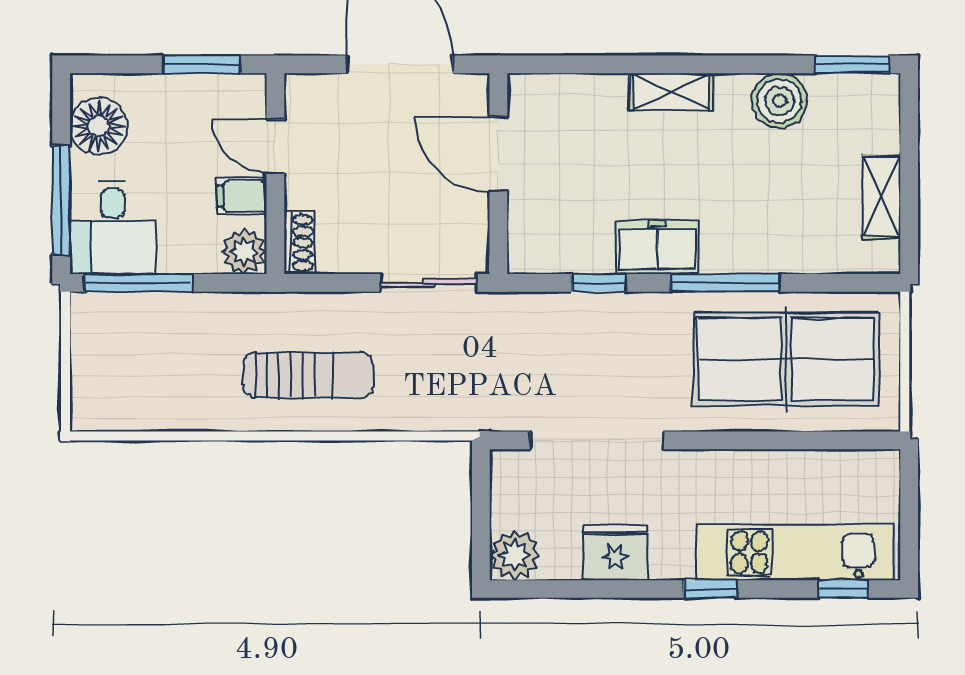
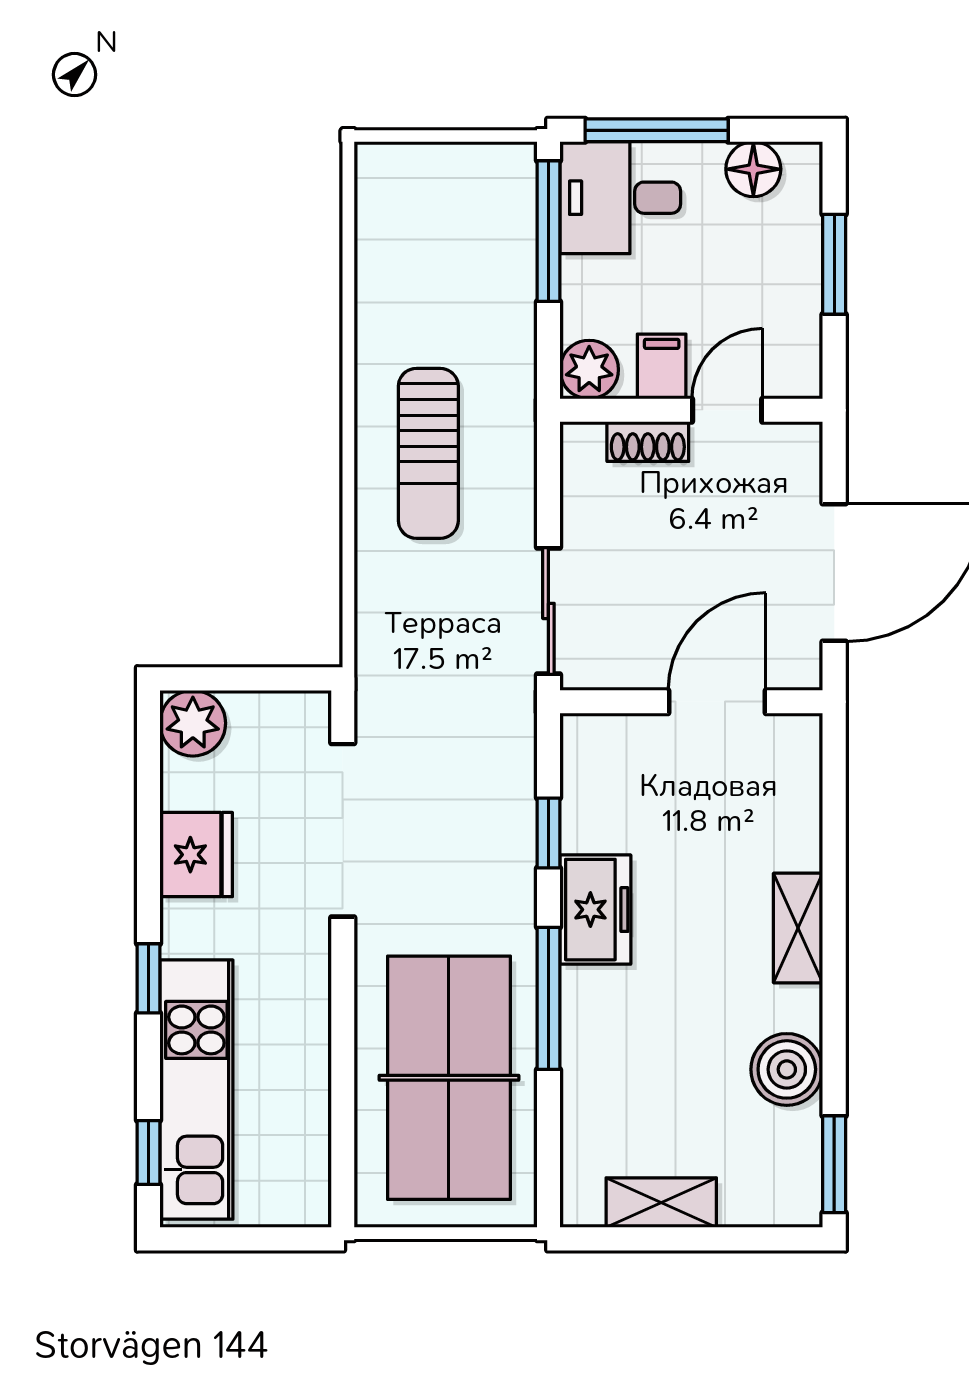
window: (202, 64) -> (834, 264), moved
floor lamp: (99, 126) -> (753, 169), width x0.73, depth x0.73
shoe rack: (299, 243) -> (648, 442), moved

